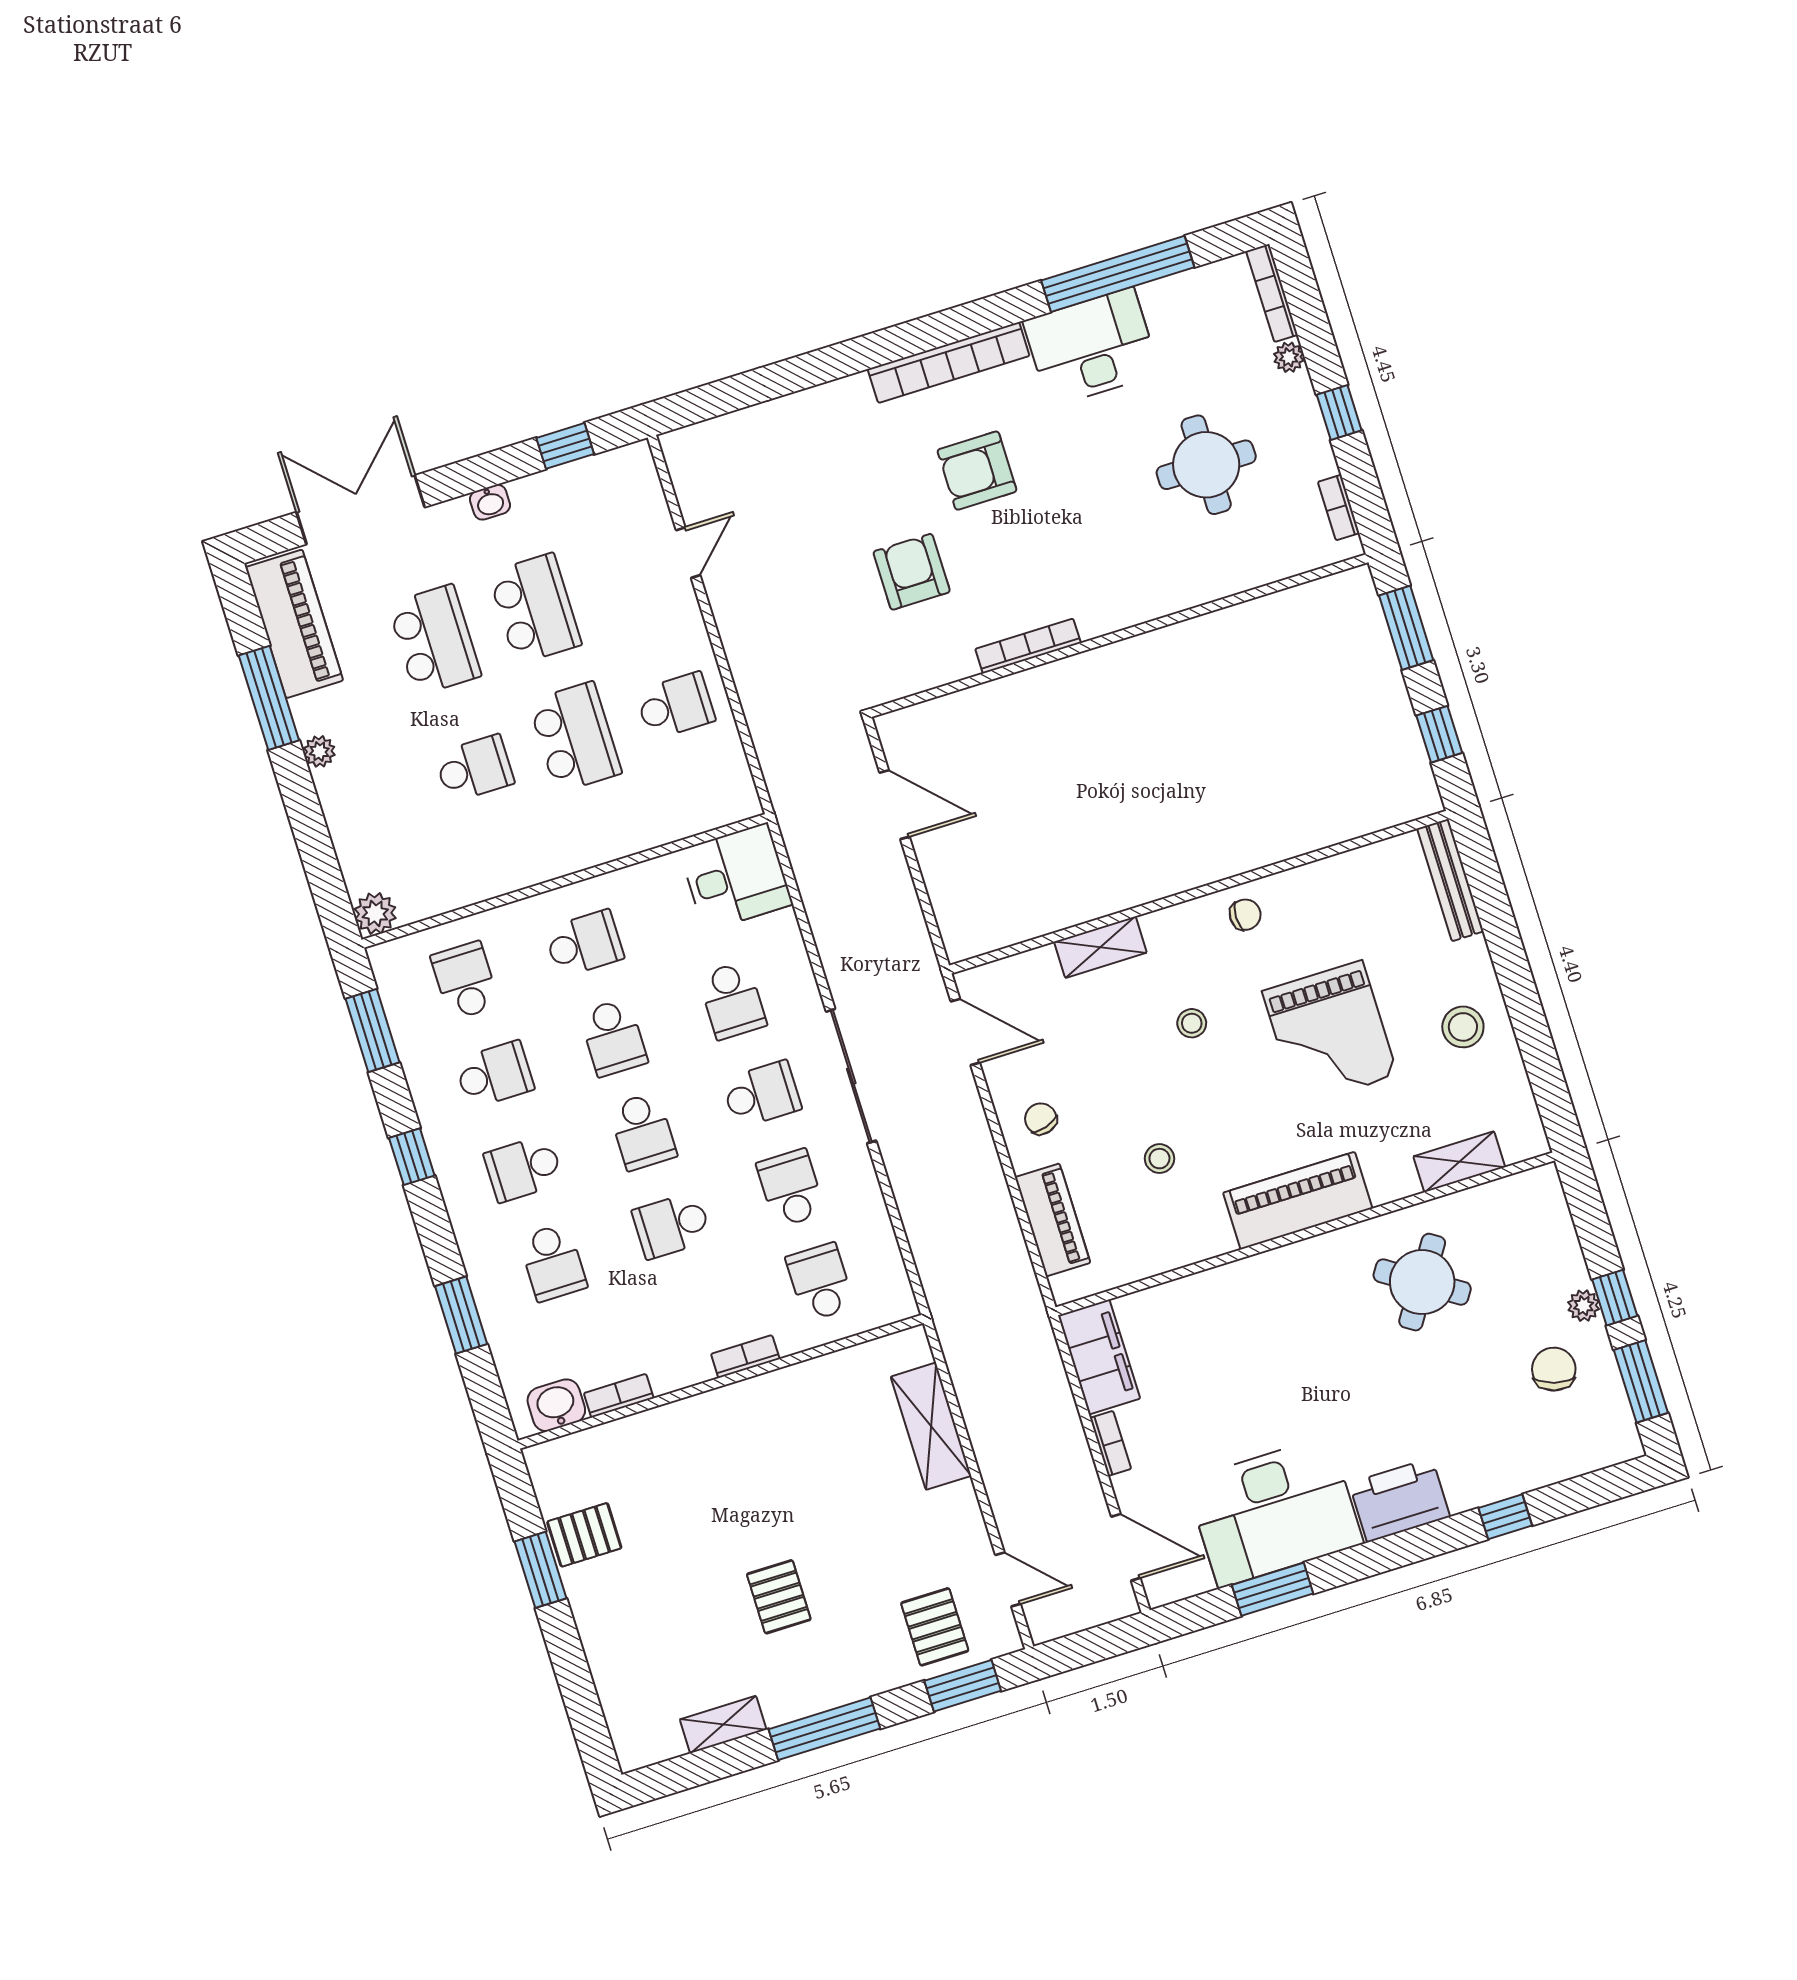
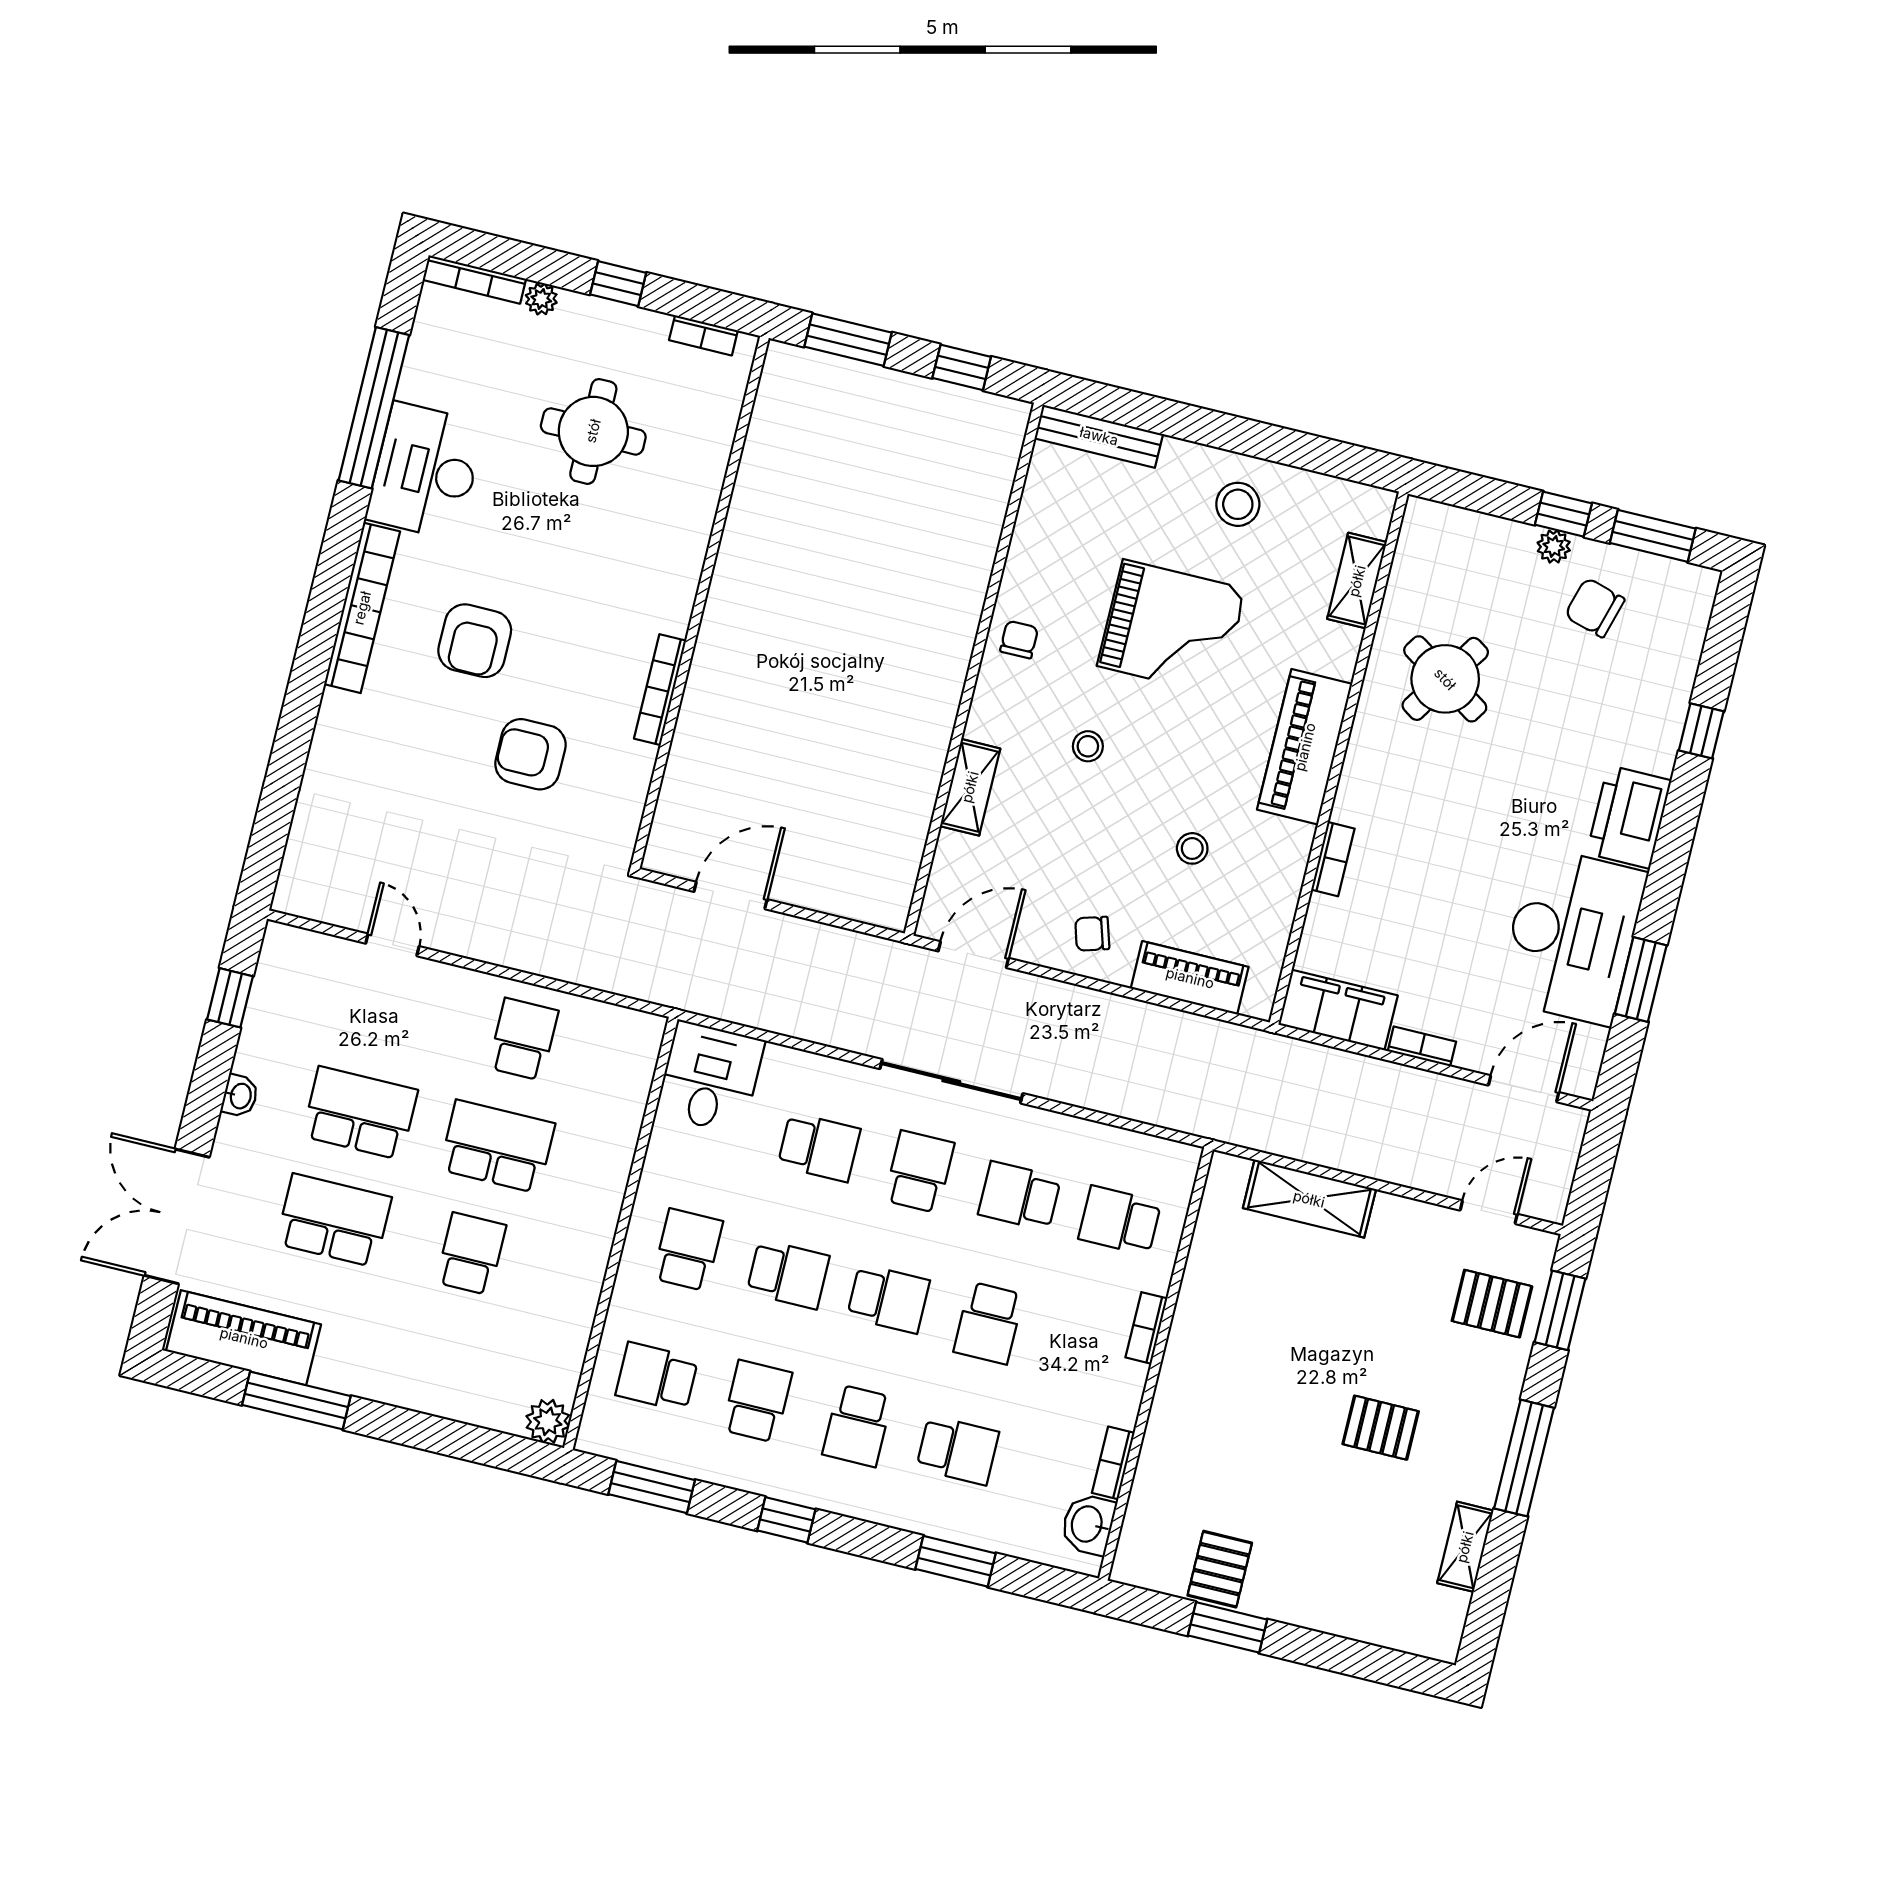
plant: (319, 751) -> (372, 1384), removed
bookcase: (1220, 1279) -> (1333, 859), added

